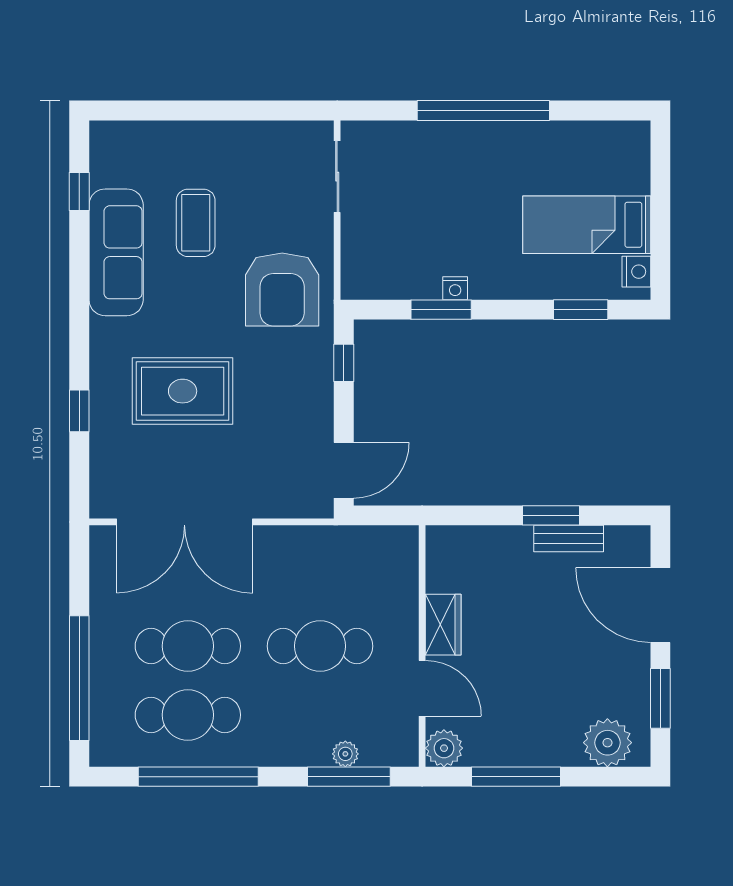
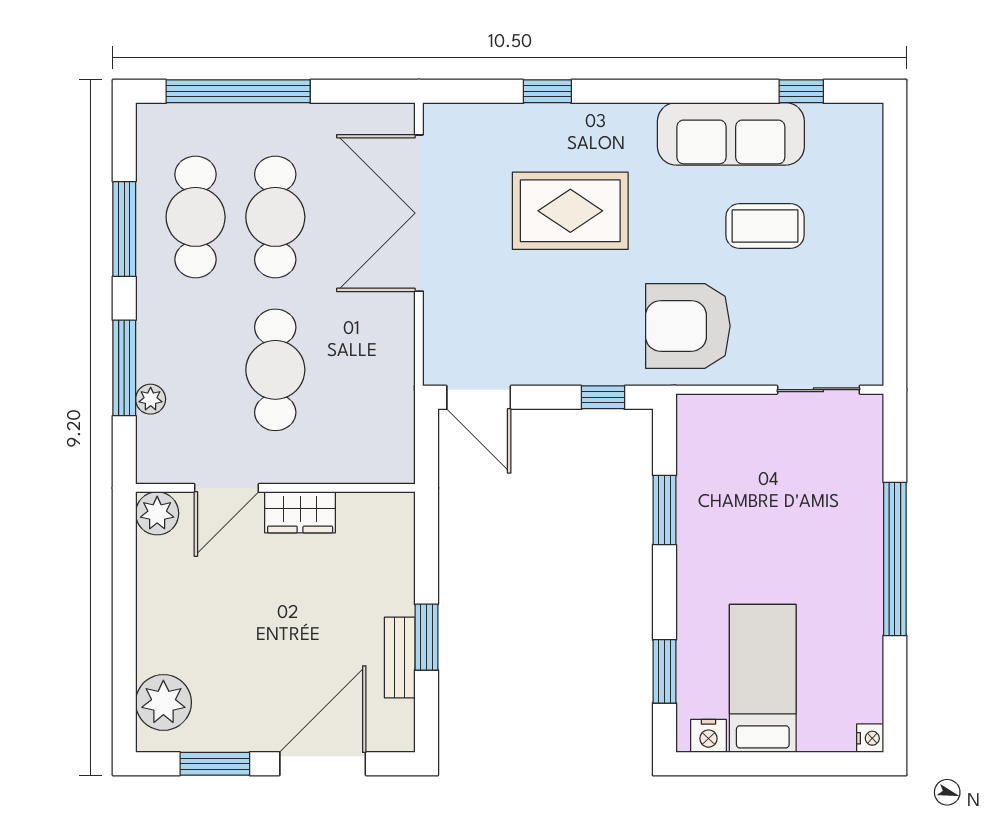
nightstand: (455, 288) -> (870, 738), moved, turned 180
rug: (183, 391) -> (570, 211), turned 90
window: (198, 777) -> (124, 229), width x0.68
window: (349, 777) -> (124, 368), moved
window: (516, 777) -> (124, 597), removed

